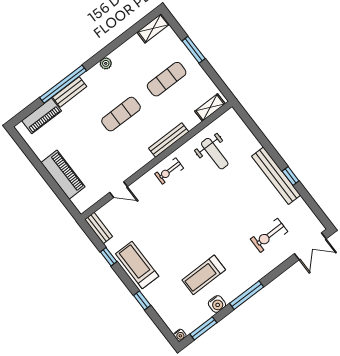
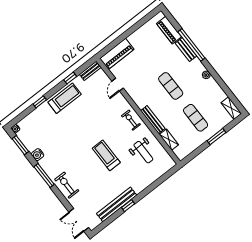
shelving: (210, 107) -> (169, 140), moved
weight bench: (215, 154) -> (143, 152), turned -90
piano: (63, 175) -> (117, 54), moved
bench: (276, 176) -> (117, 204), moved
exercise bike: (269, 235) -> (67, 185), moved
treadmill: (204, 275) -> (106, 155), moved

